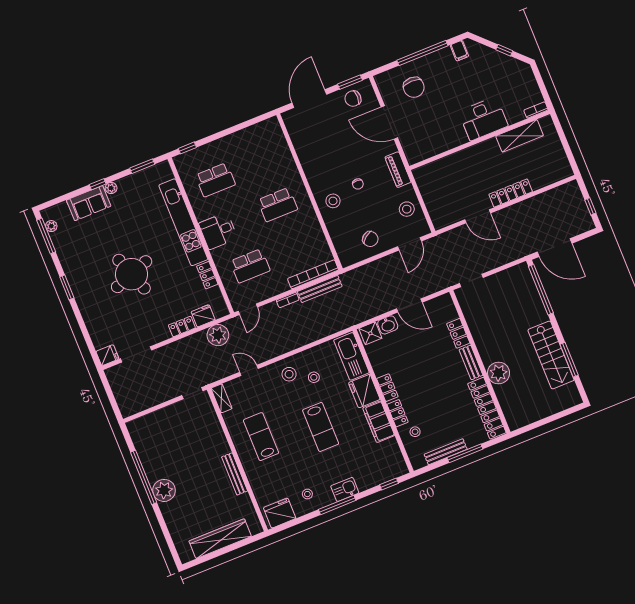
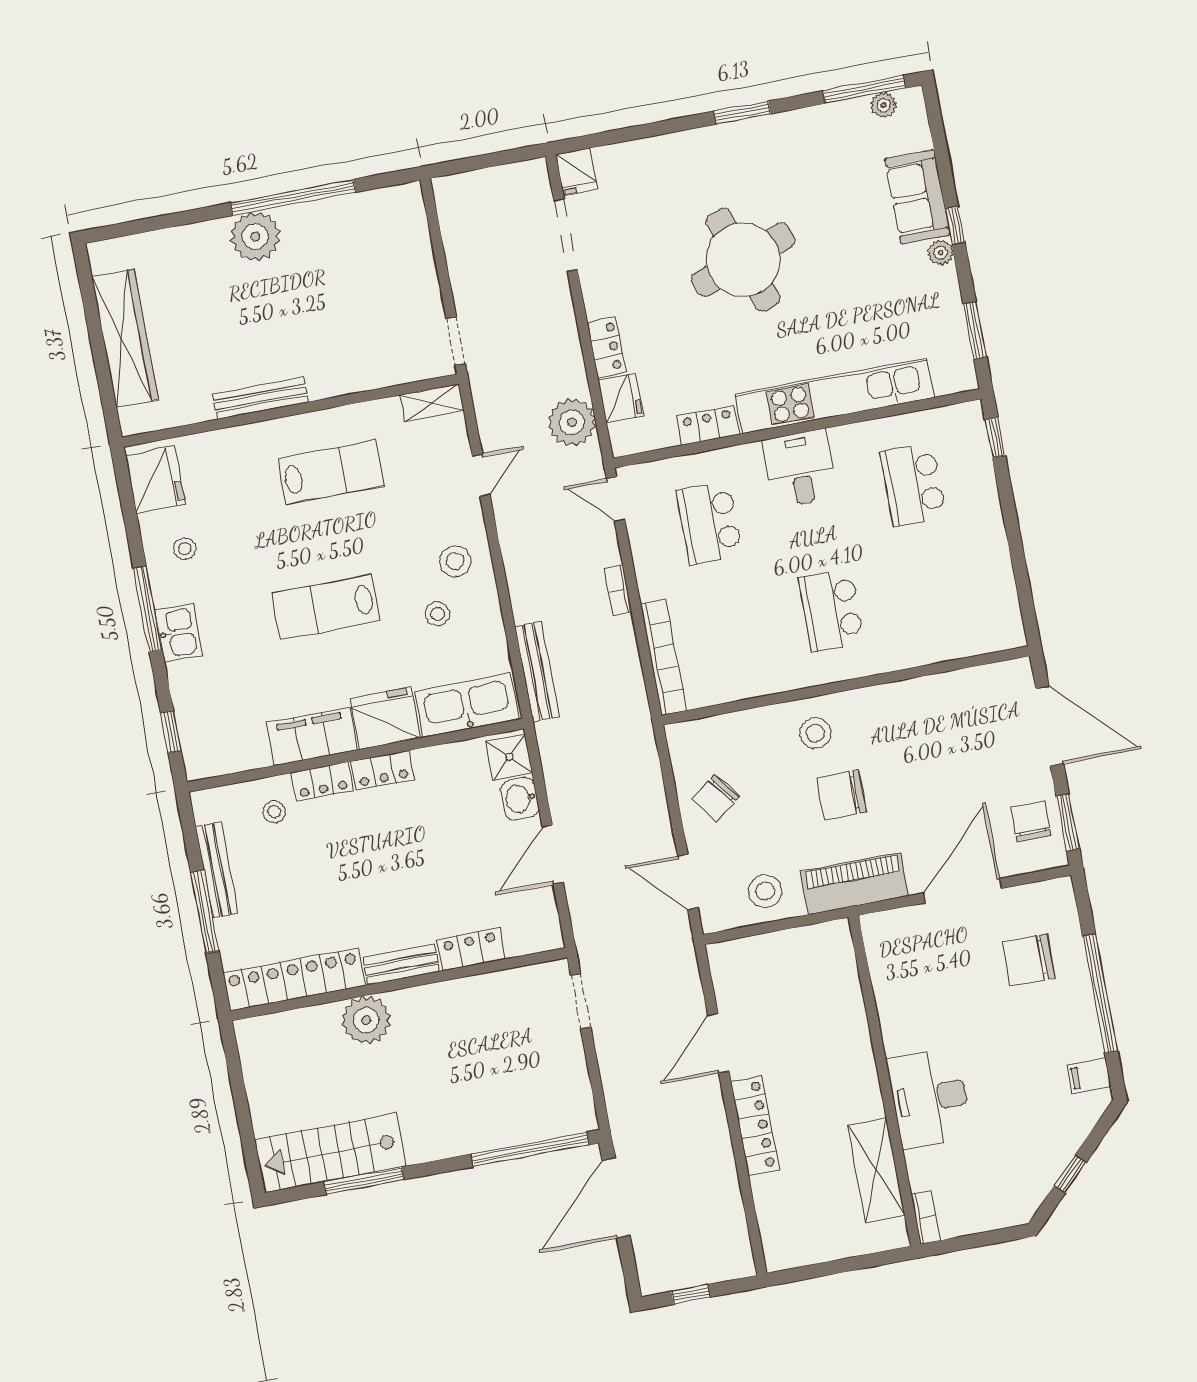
piano: (398, 170) -> (854, 884), width x1.37, depth x1.33
chair: (358, 184) -> (842, 795), width x1.87, depth x1.87
bench: (320, 289) -> (537, 672), moved
stairs: (551, 355) -> (330, 1153), moved

